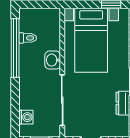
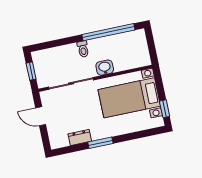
toilet: (28, 38) -> (83, 49), moved
washing machine: (26, 117) -> (49, 55), removed

